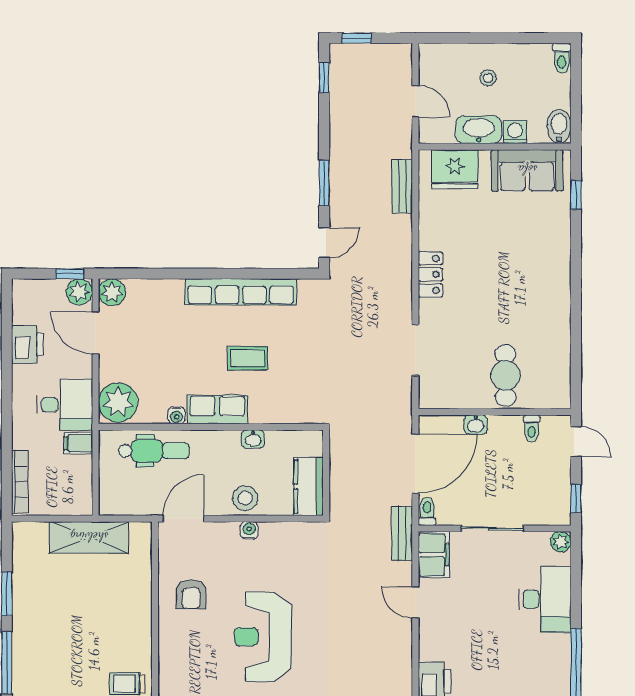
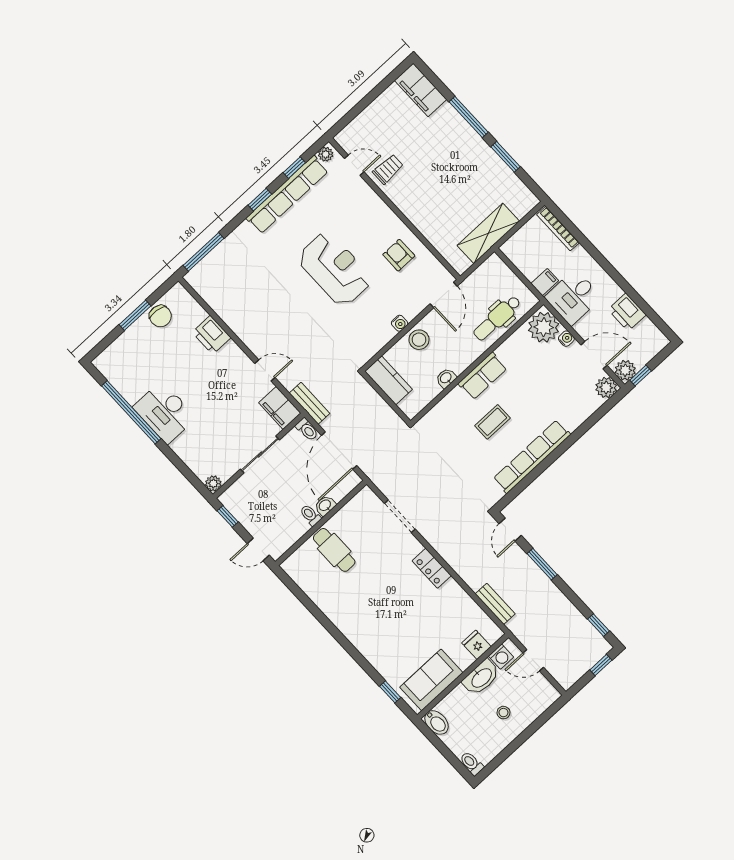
washing machine: (515, 132) -> (501, 657), moved
fridge: (455, 169) -> (476, 645), width x0.53, depth x0.75
water cooler: (177, 415) -> (566, 339), moved, turned 90
toilet: (532, 428) -> (310, 515), moved
desk: (545, 599) -> (165, 412), moved

